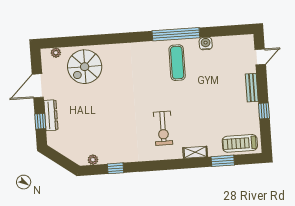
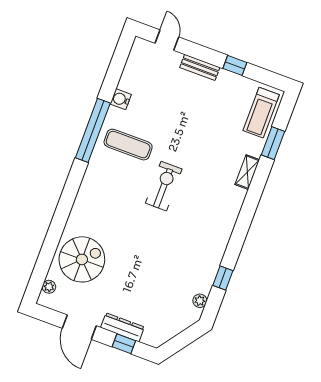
spiral stairs: (85, 67) -> (82, 259), turned -90
exercise bike: (163, 128) -> (164, 186), moved, turned -90

